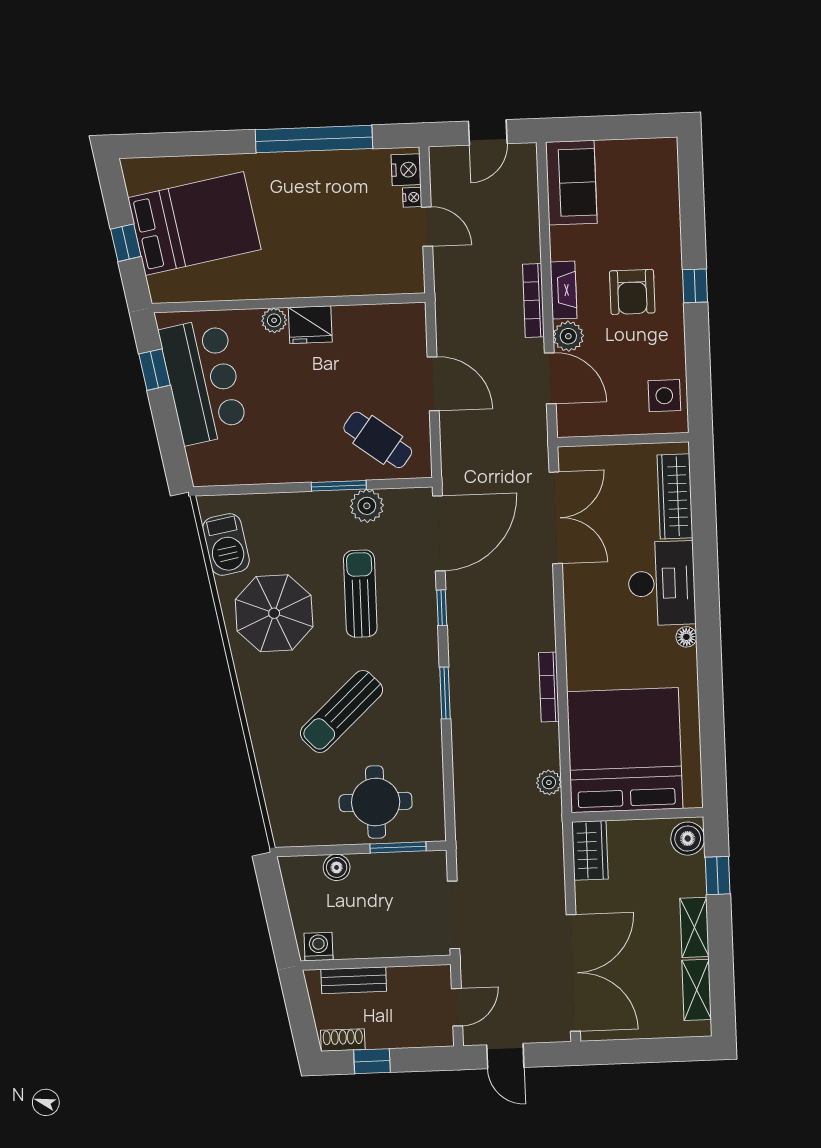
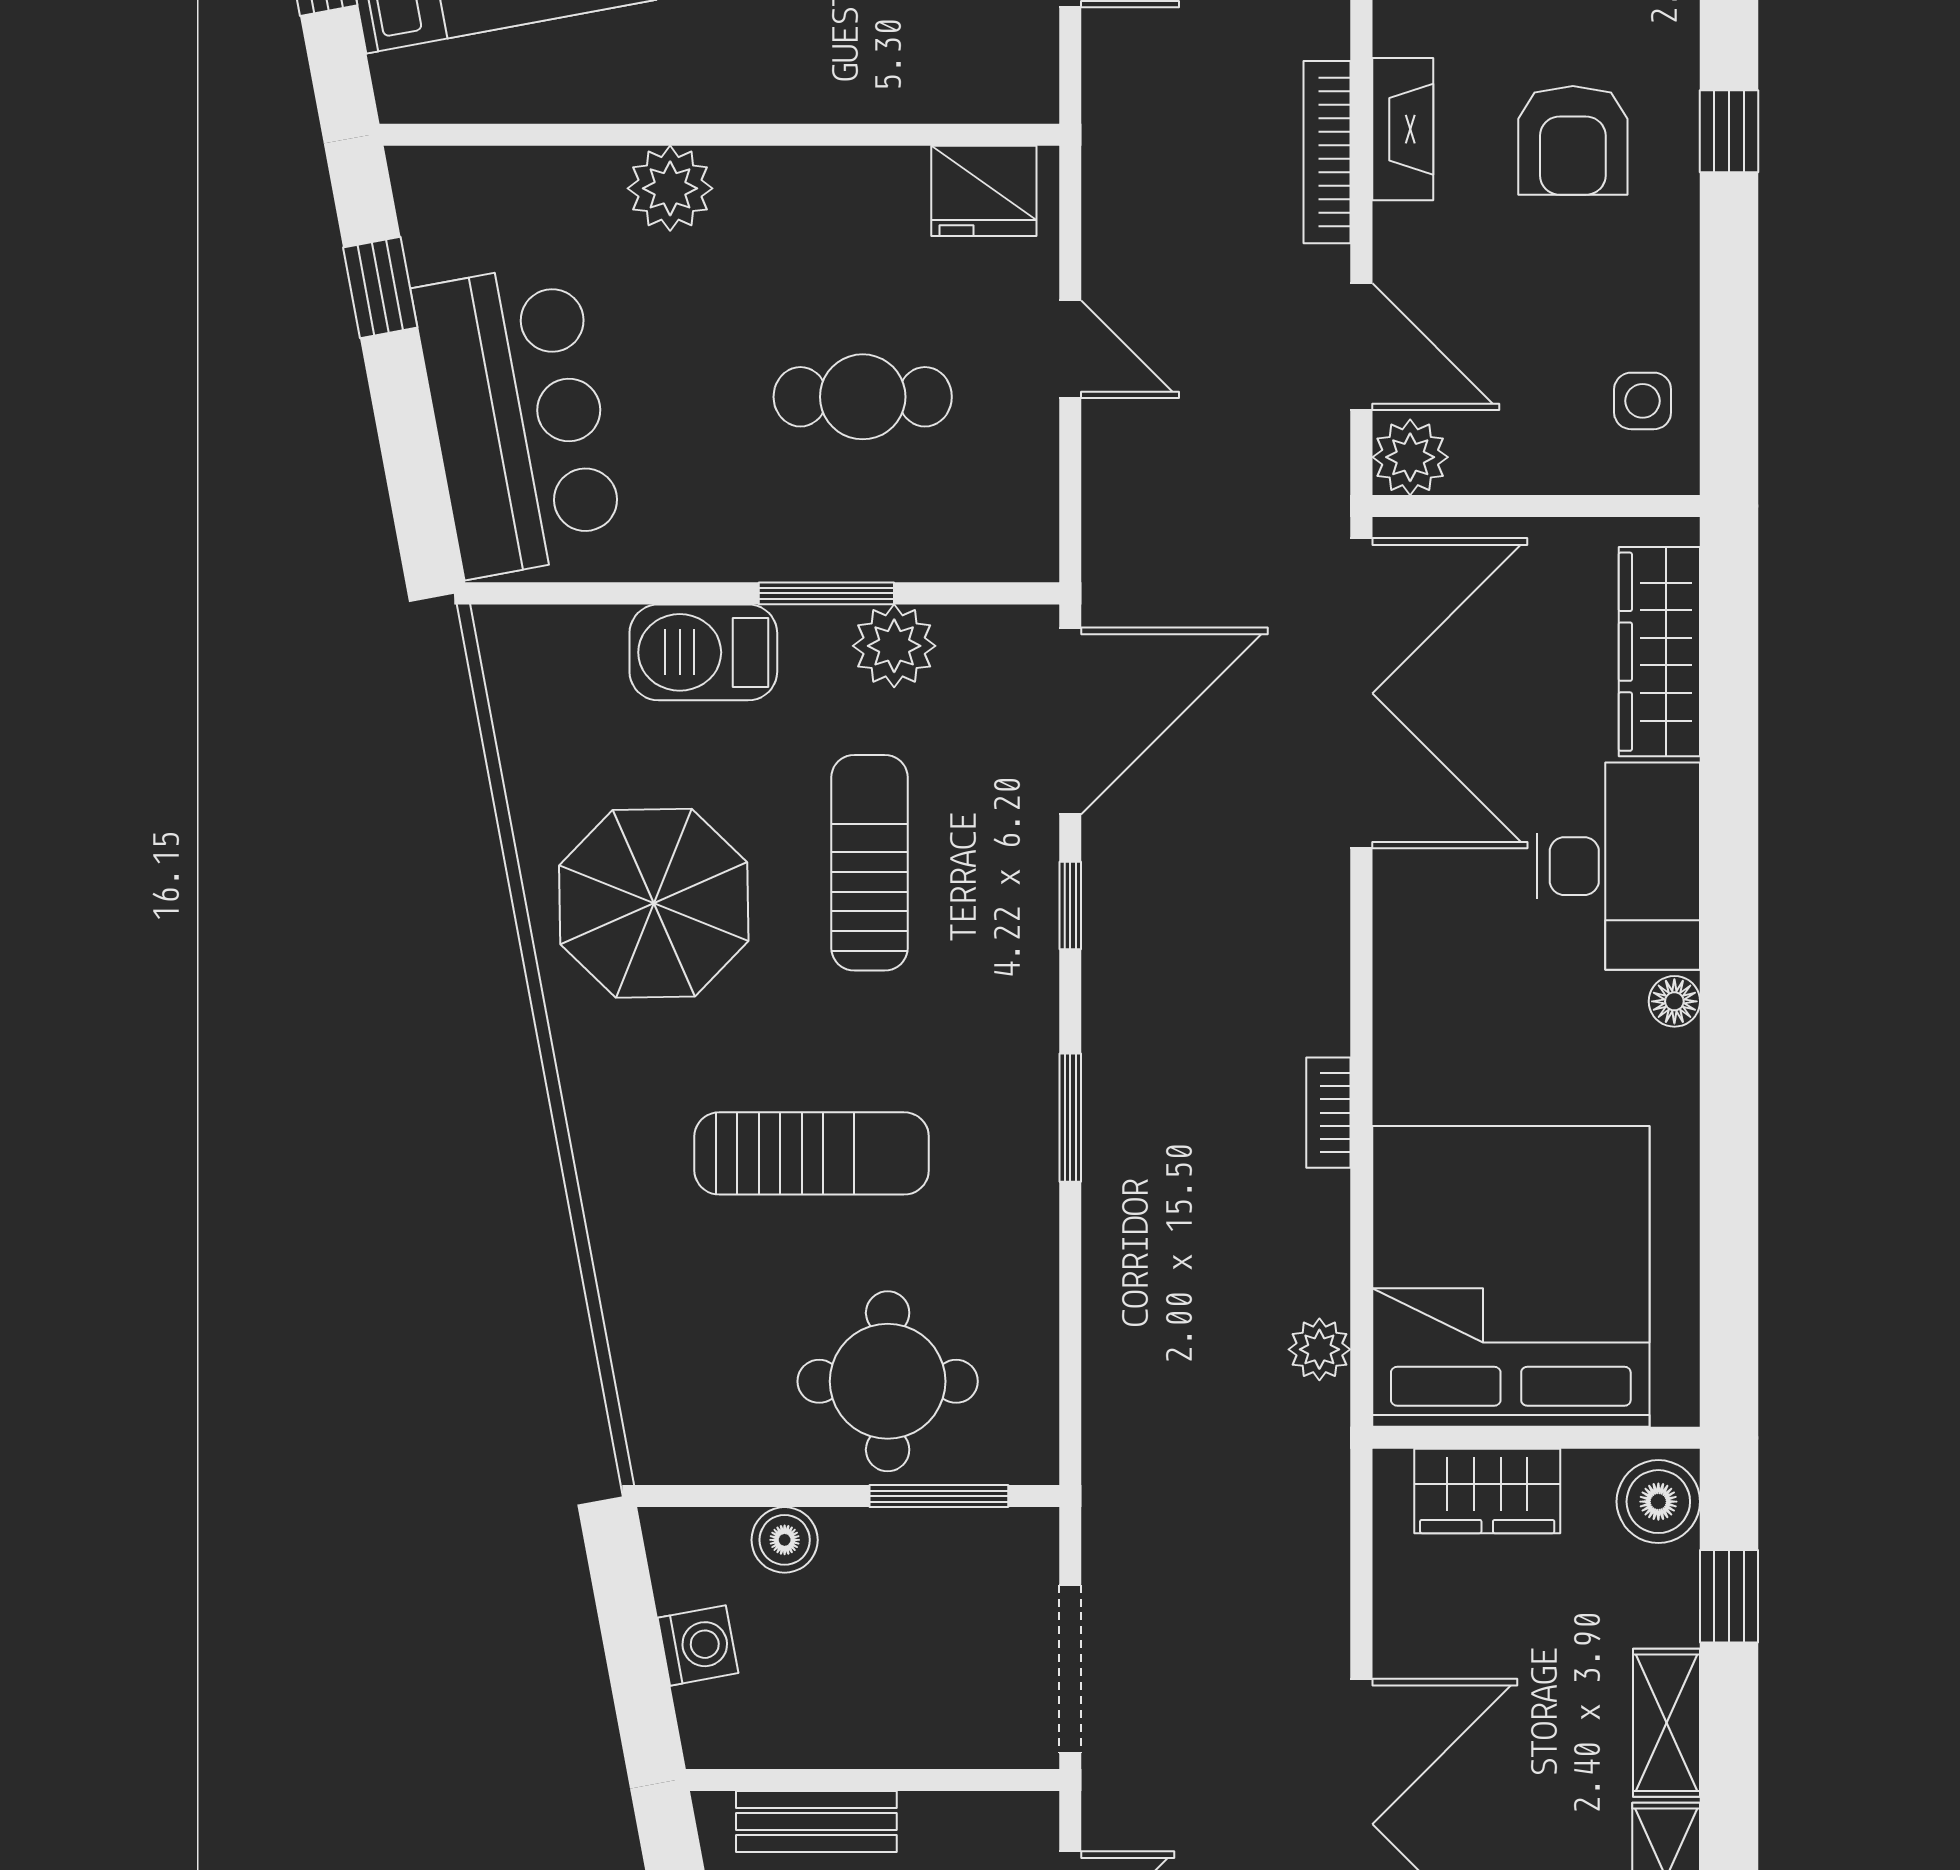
plant: (274, 320) -> (670, 188), width x1.38, depth x1.38
fridge: (310, 325) -> (984, 191), moved
plant: (568, 336) -> (1410, 457), moved
bar counter: (203, 381) -> (518, 419), moved
door: (433, 384) -> (1070, 349), width x0.73
side table: (664, 396) -> (1643, 401), width x0.73, depth x0.73
cafe table: (378, 440) -> (863, 397), moved, turned -37
double door: (556, 518) -> (1361, 693), width x1.36
barbecue: (226, 544) -> (703, 652), moved, turned 101
bookcase: (549, 687) -> (1328, 1113), width x0.64
sun lounger: (341, 711) -> (812, 1153), turned -137
wardrobe: (590, 850) -> (1487, 1491), moved, turned 90
washing machine: (319, 947) -> (698, 1645), moved, turned 79

